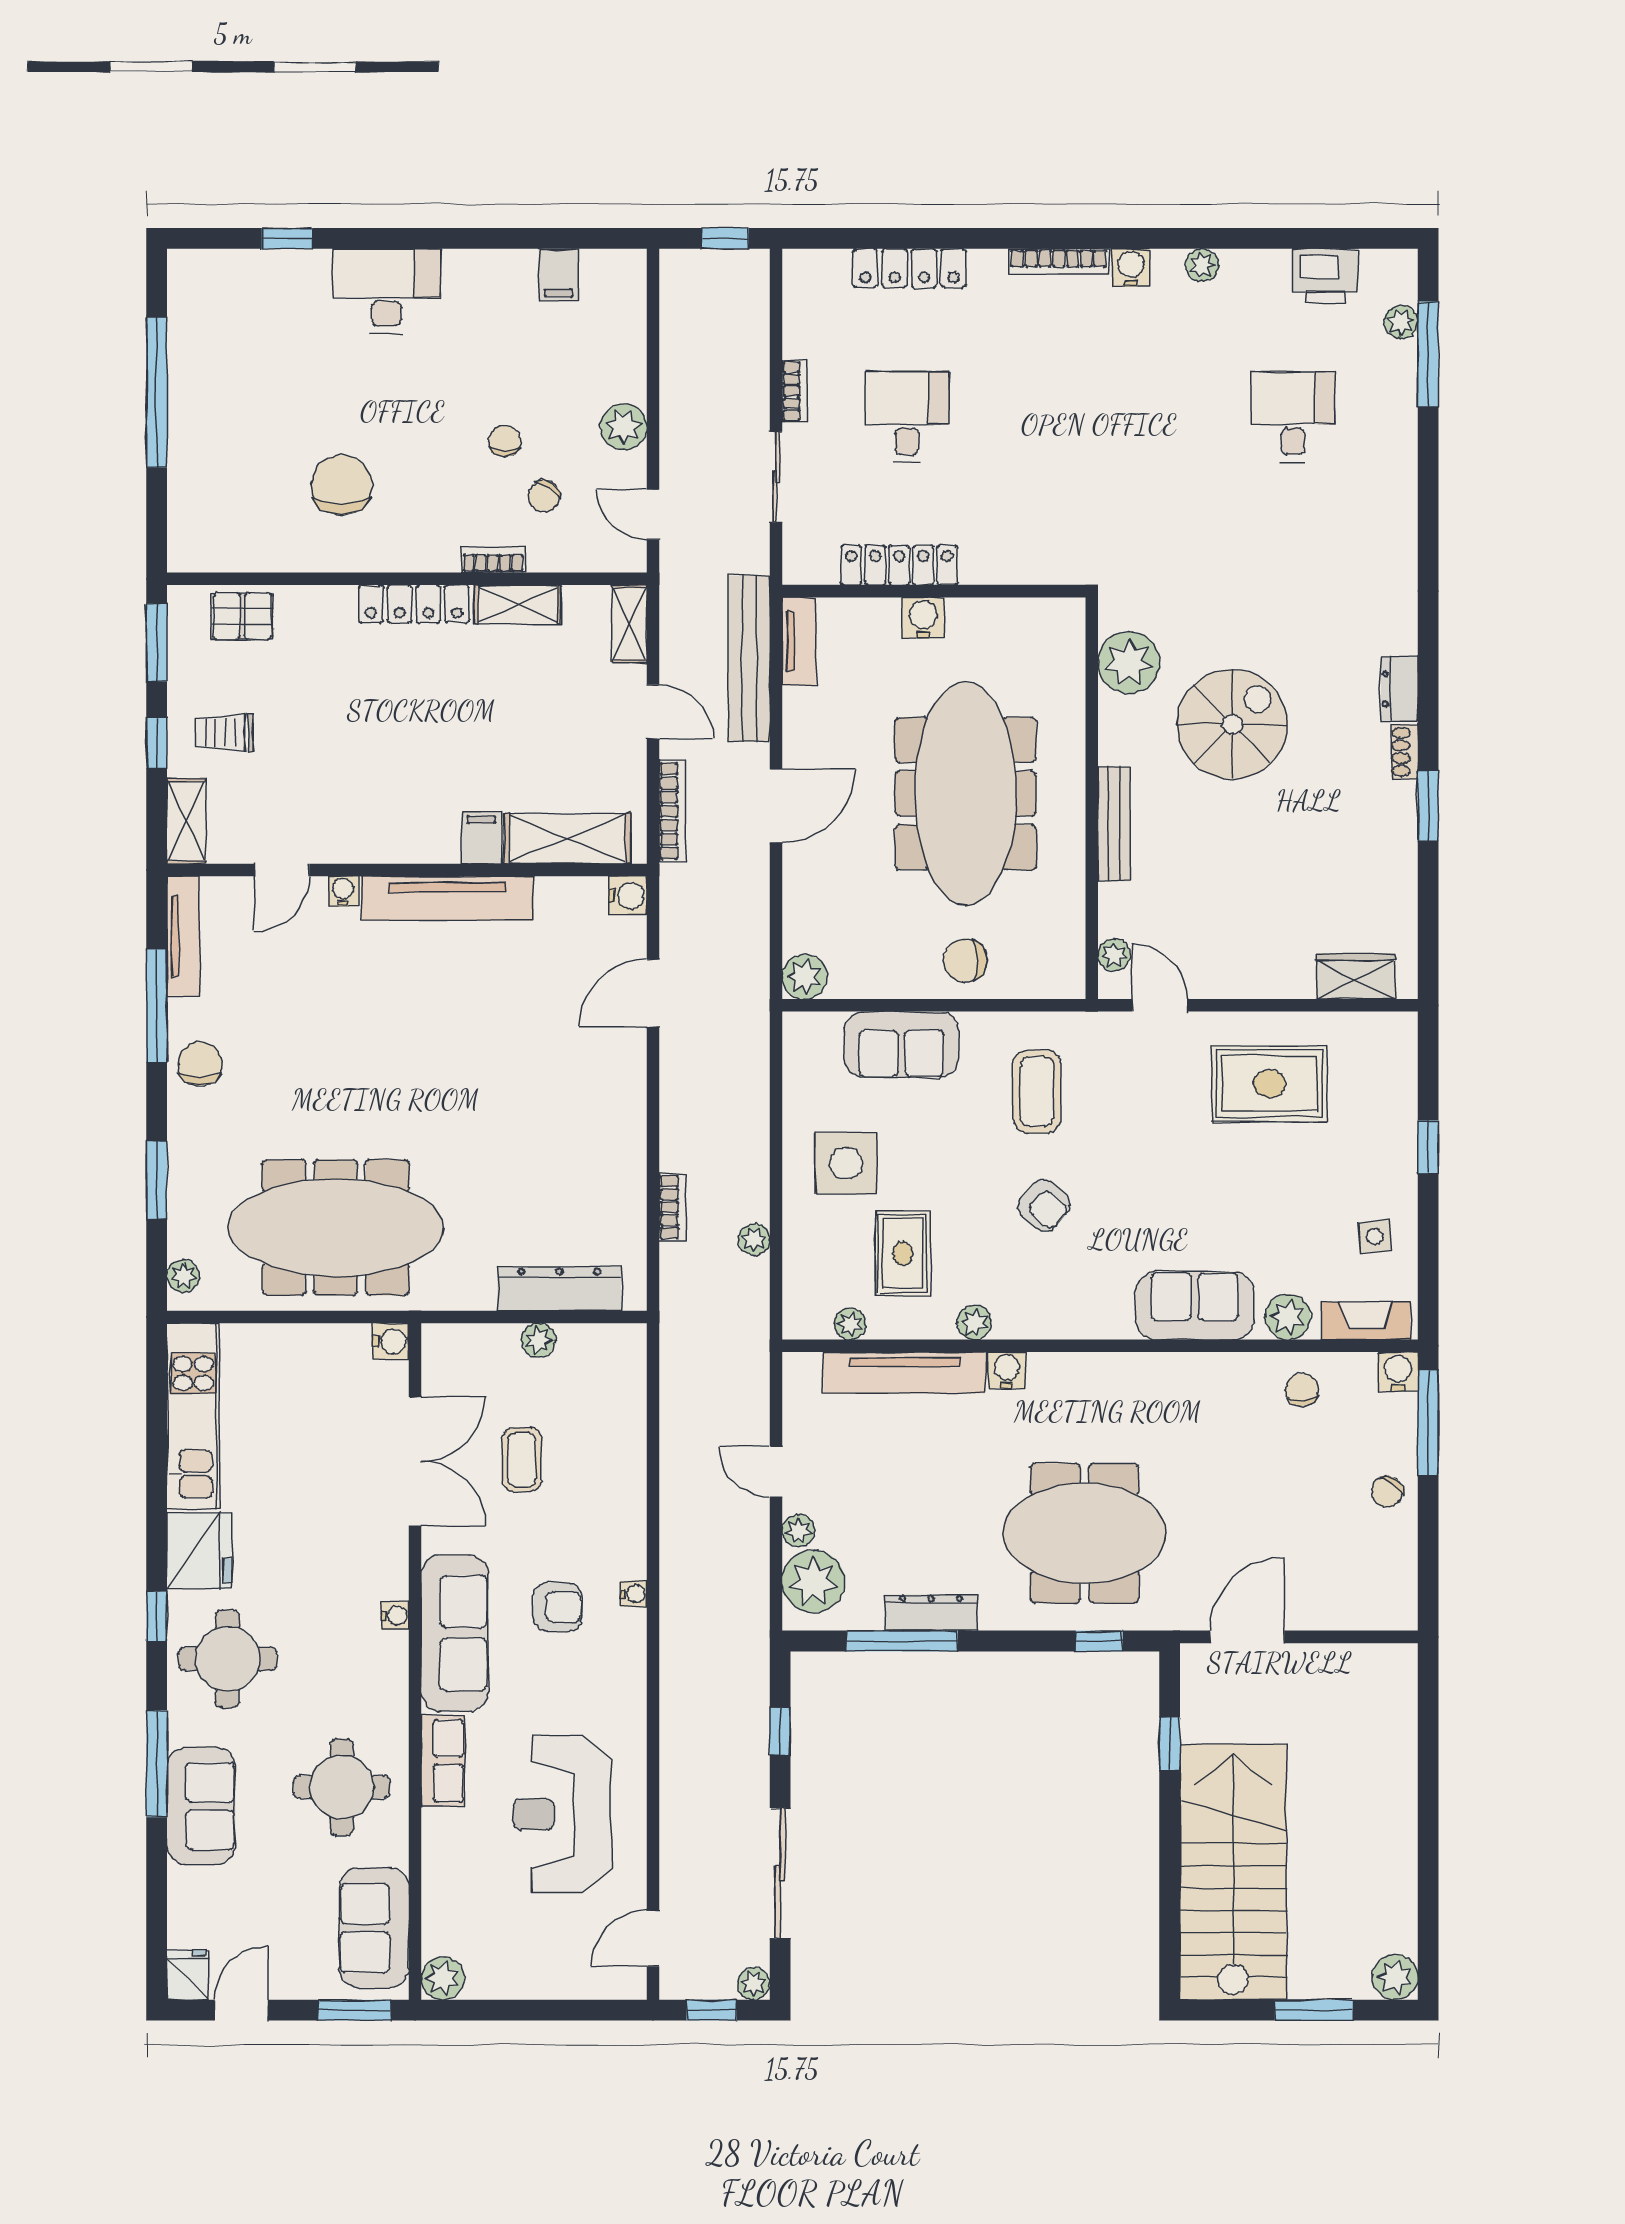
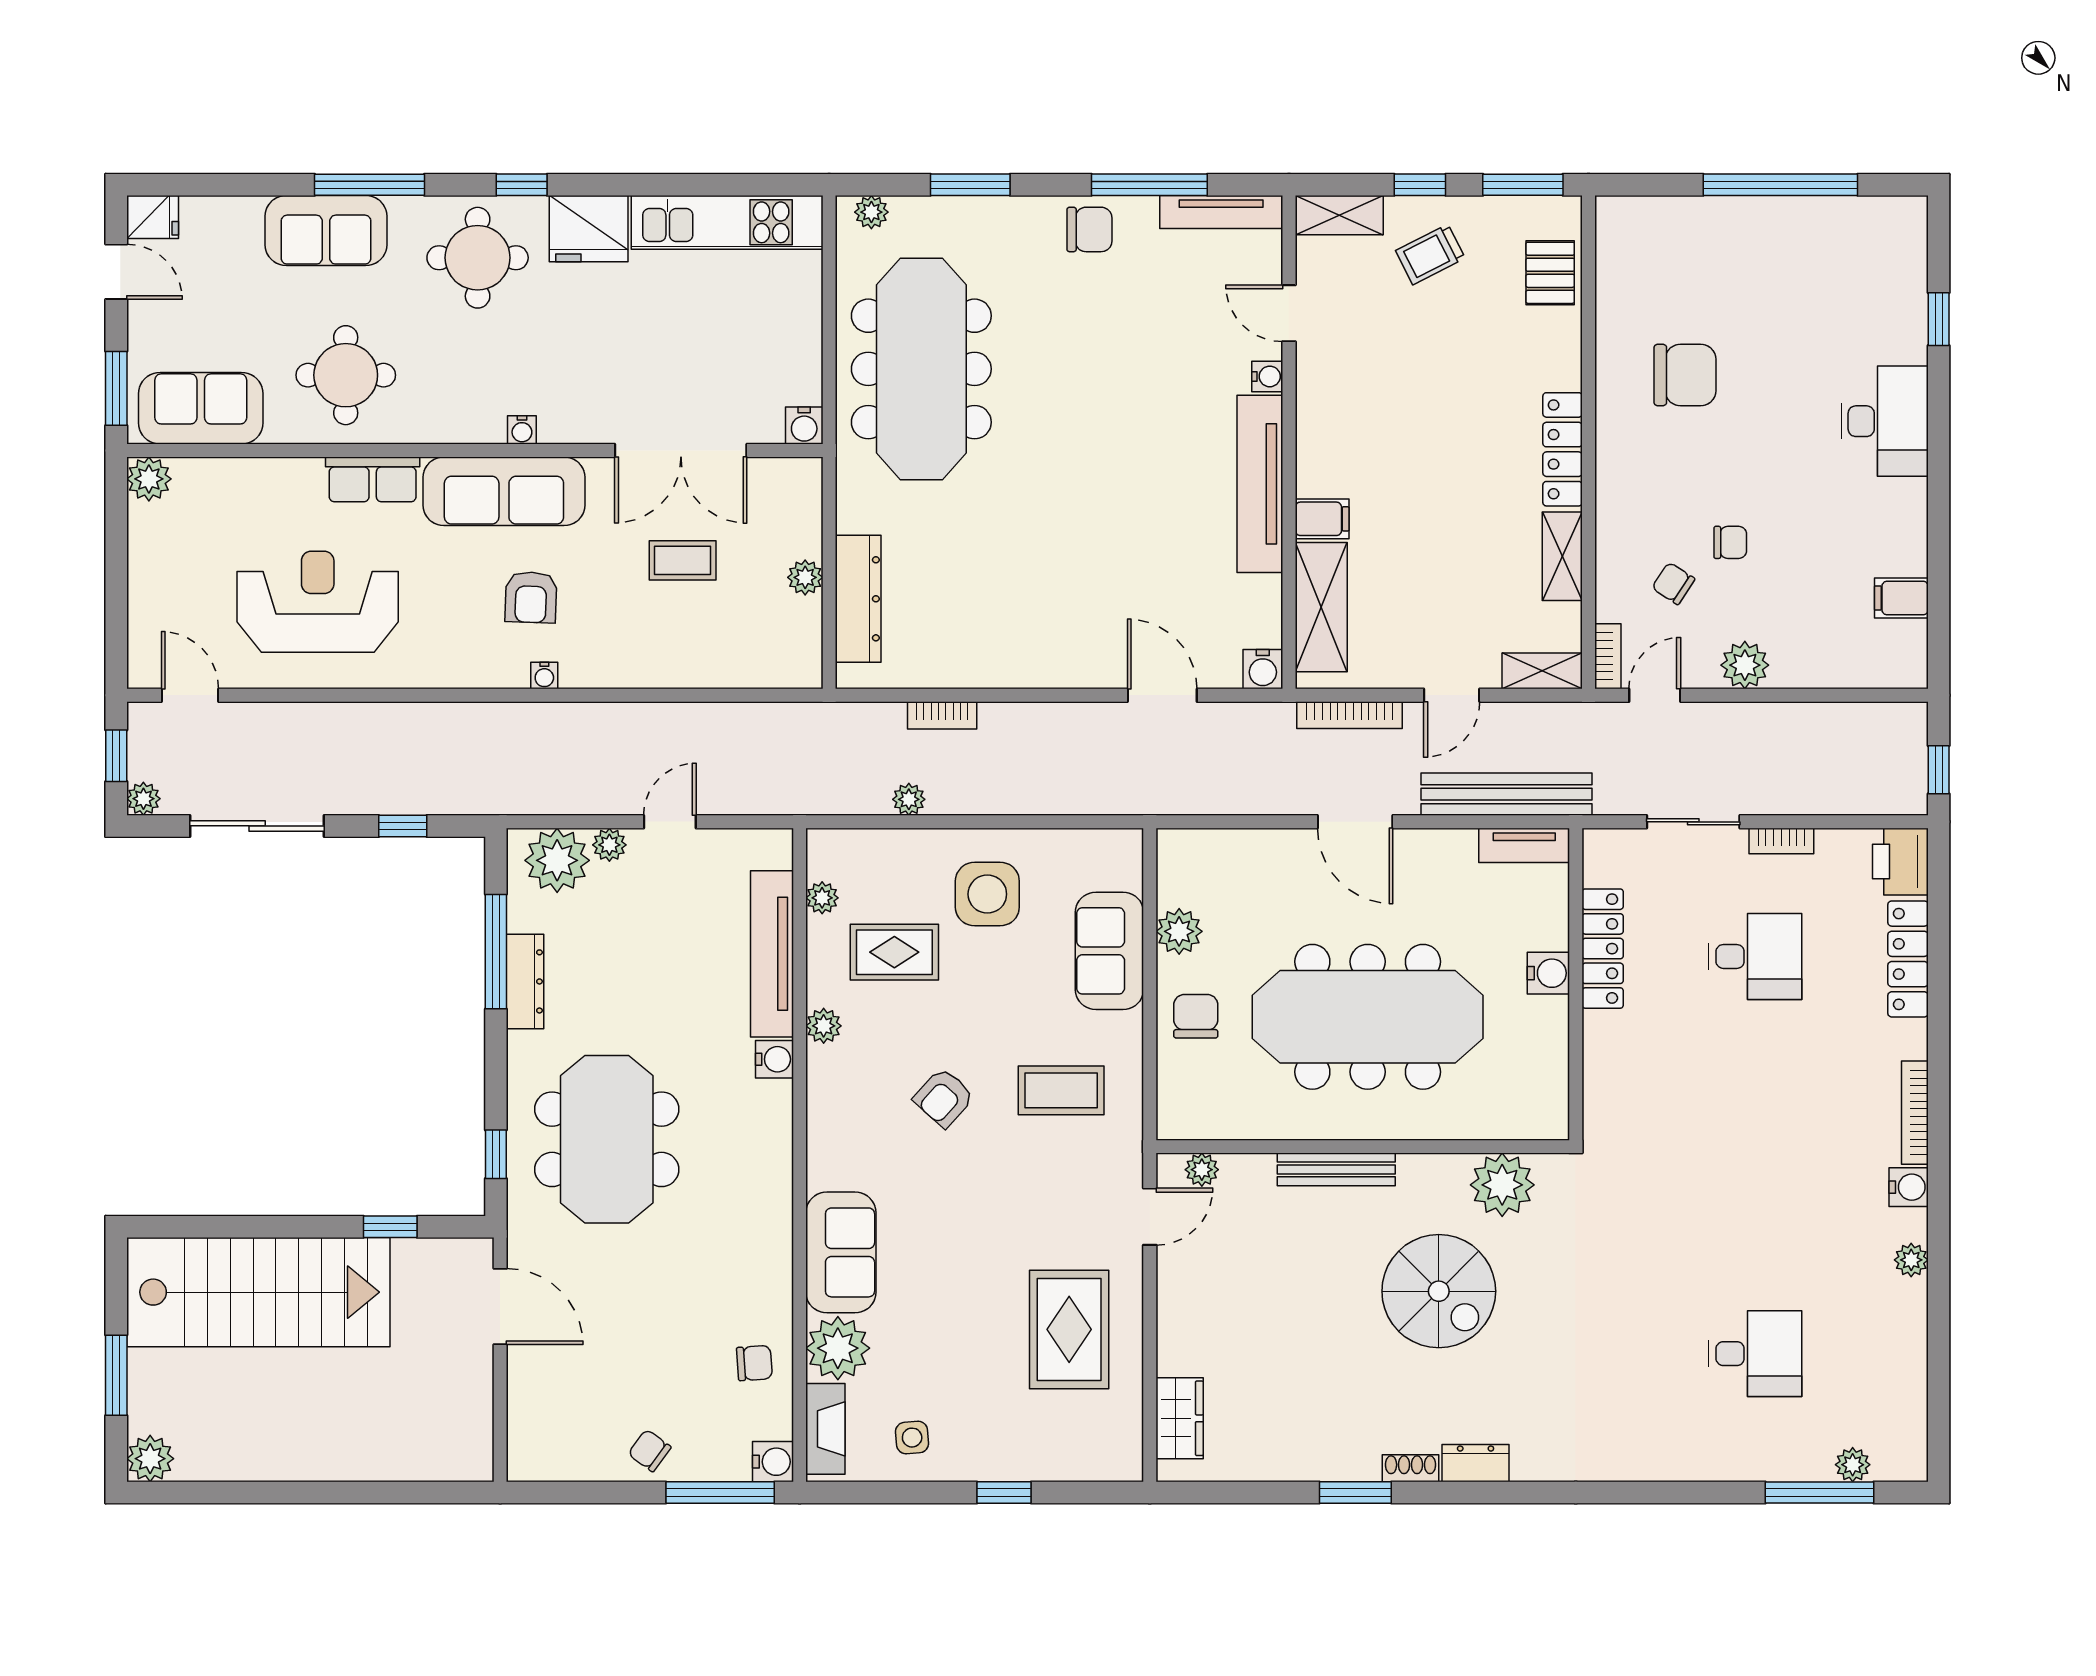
printer: (1325, 276) -> (1900, 862), moved
bookcase: (493, 560) -> (1608, 656), moved
trolley: (224, 733) -> (1430, 254), turned -117
plant: (804, 977) -> (1179, 931), moved
plant: (1288, 1317) -> (838, 1348), width x1.36, depth x1.36

